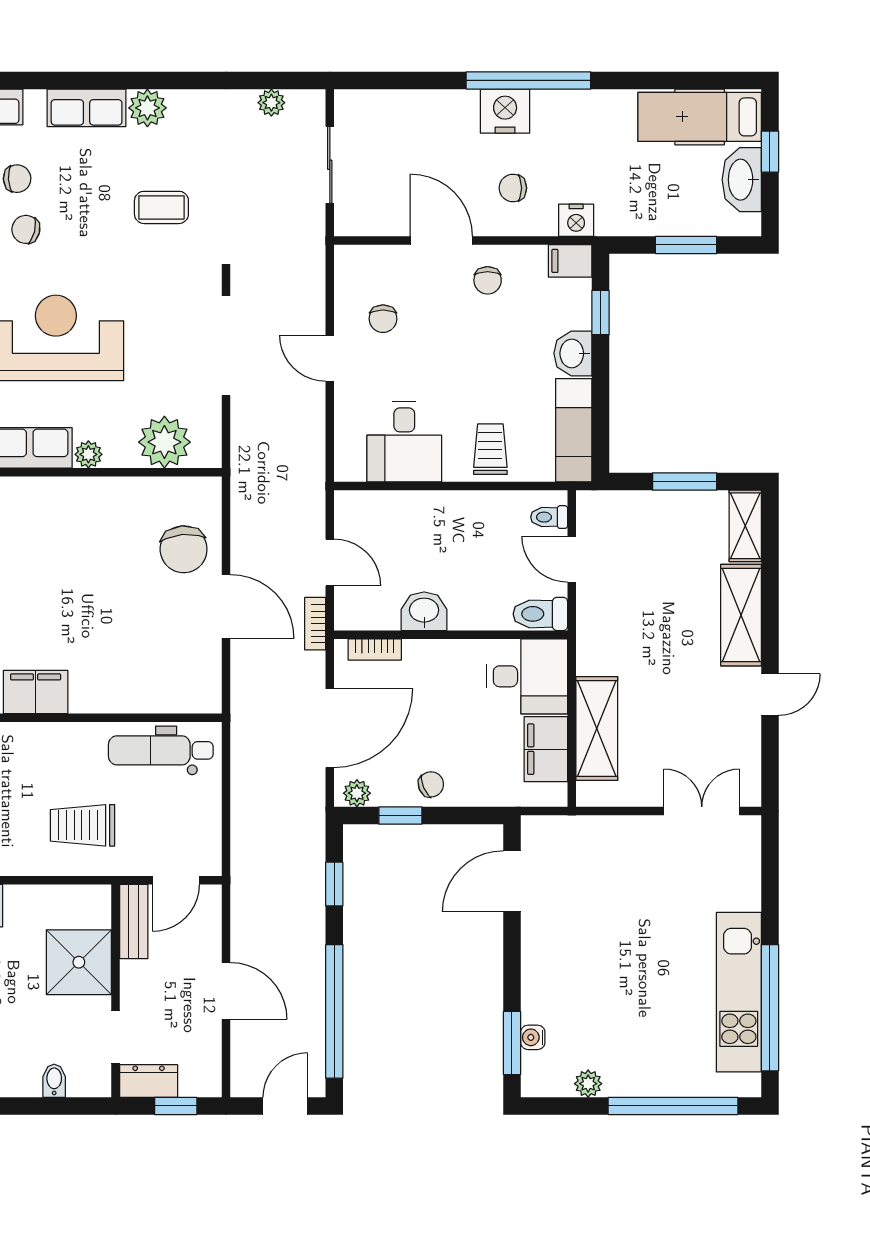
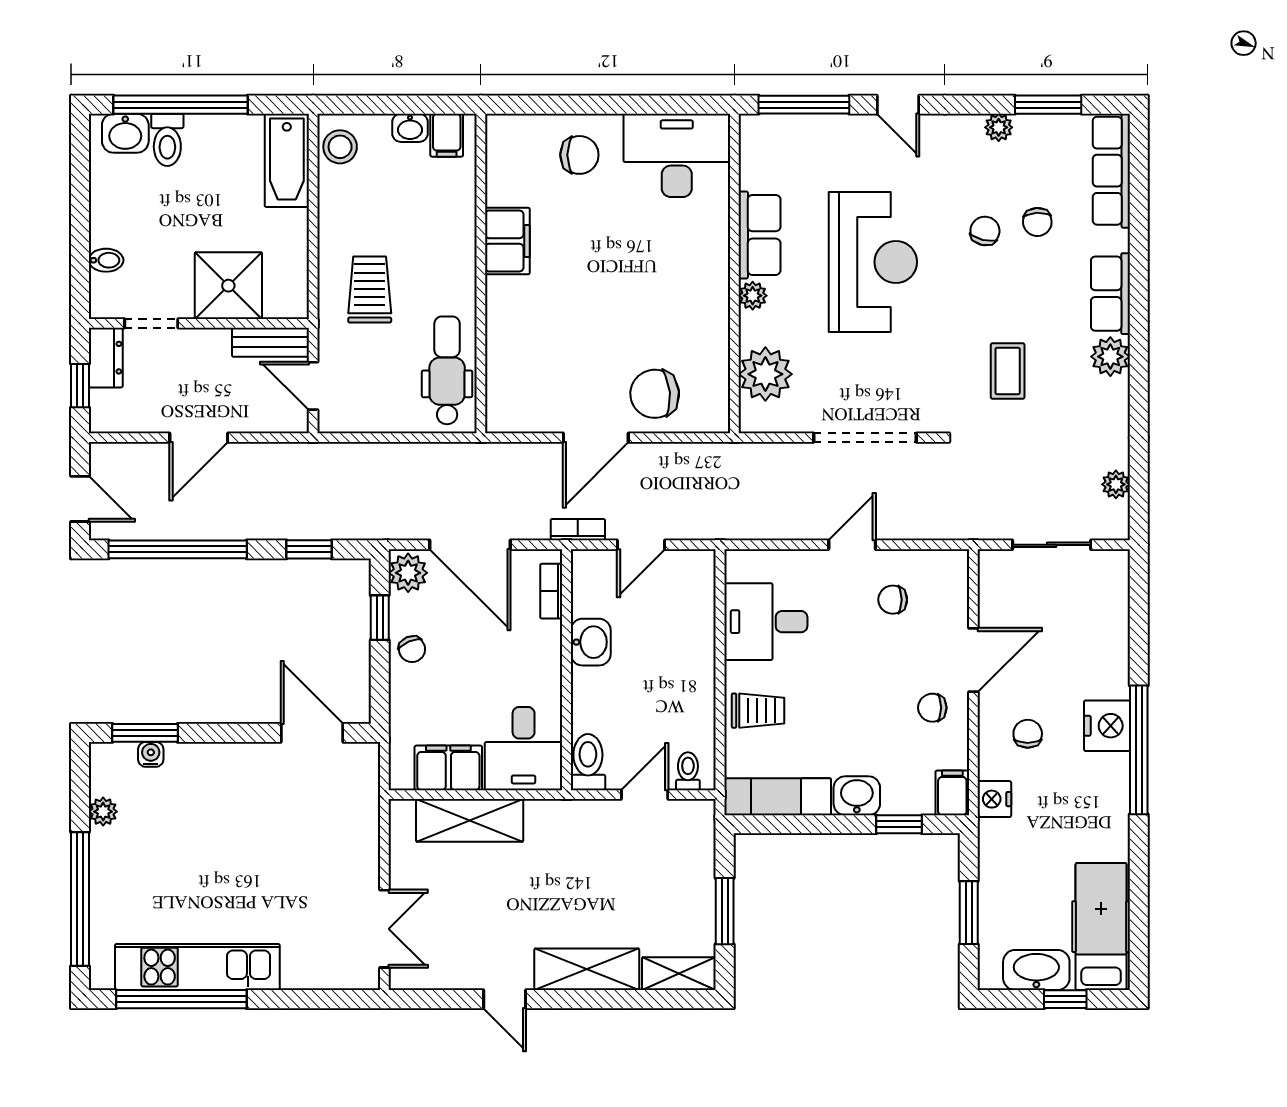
plant: (357, 793) -> (408, 573), width x1.38, depth x1.38

